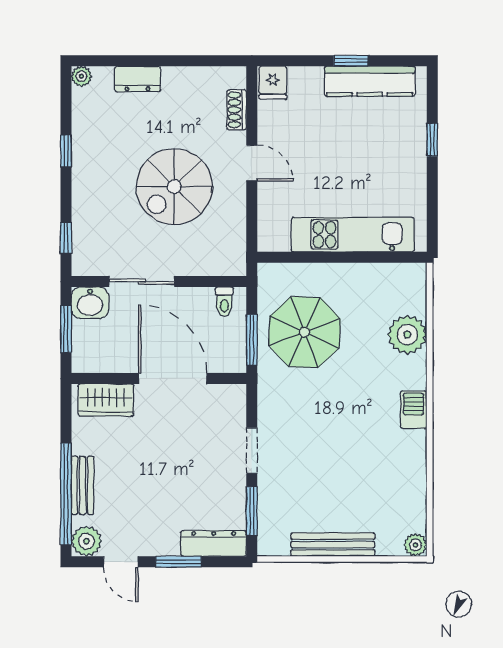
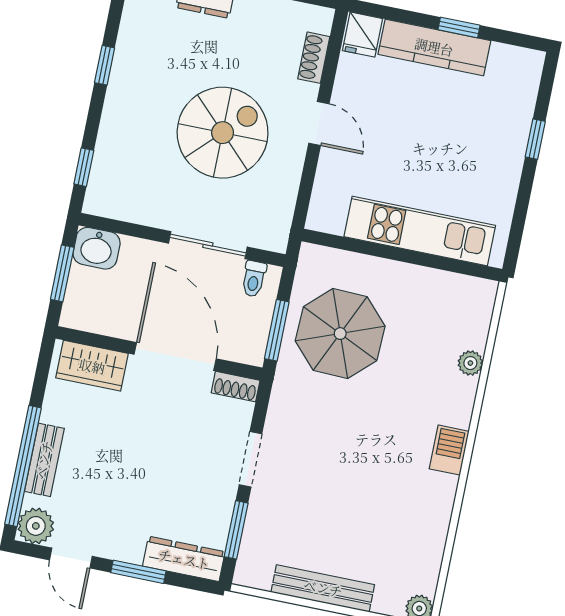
kitchen counter: (370, 81) -> (434, 47), moved
spiral stairs: (174, 187) -> (223, 133), turned 180
sliding door: (142, 282) -> (208, 245), moved
plant: (407, 335) -> (470, 363), width x0.53, depth x0.53
shoe rack: (227, 393) -> (236, 387), added

